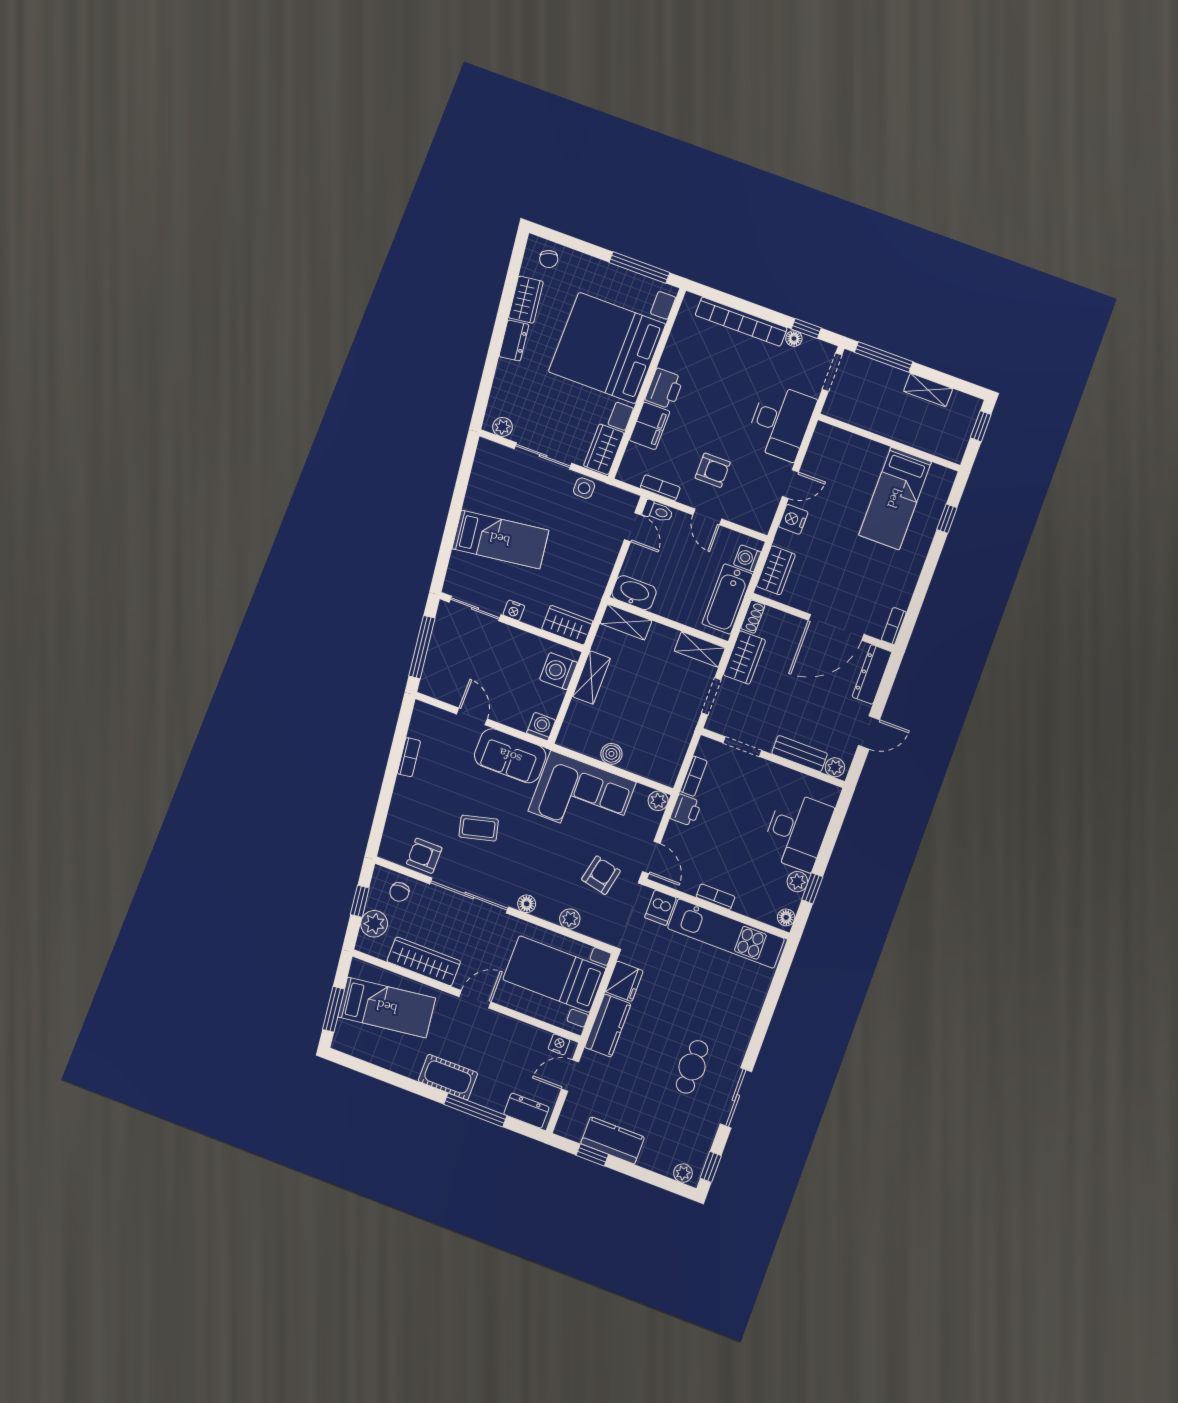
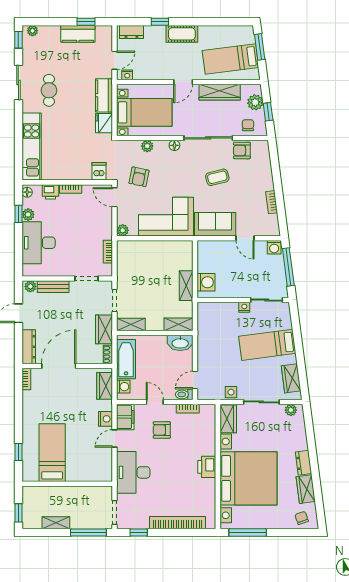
floor lamp: (794, 339) -> (144, 524), removed
filing cabinet: (650, 426) -> (125, 417), moved, turned 180
door: (633, 527) -> (195, 380), hinge flipped
wardrobe: (567, 625) -> (291, 378), moved, turned 83
washing machine: (541, 727) -> (274, 247), moved
boiler: (611, 754) -> (159, 247), removed
printer: (686, 810) -> (51, 192), moved, turned -90
armchair: (424, 856) -> (242, 150), turned 180
kitchen unit: (726, 933) -> (32, 147), moved, turned 90
window: (475, 1110) -> (160, 22), width x0.46

